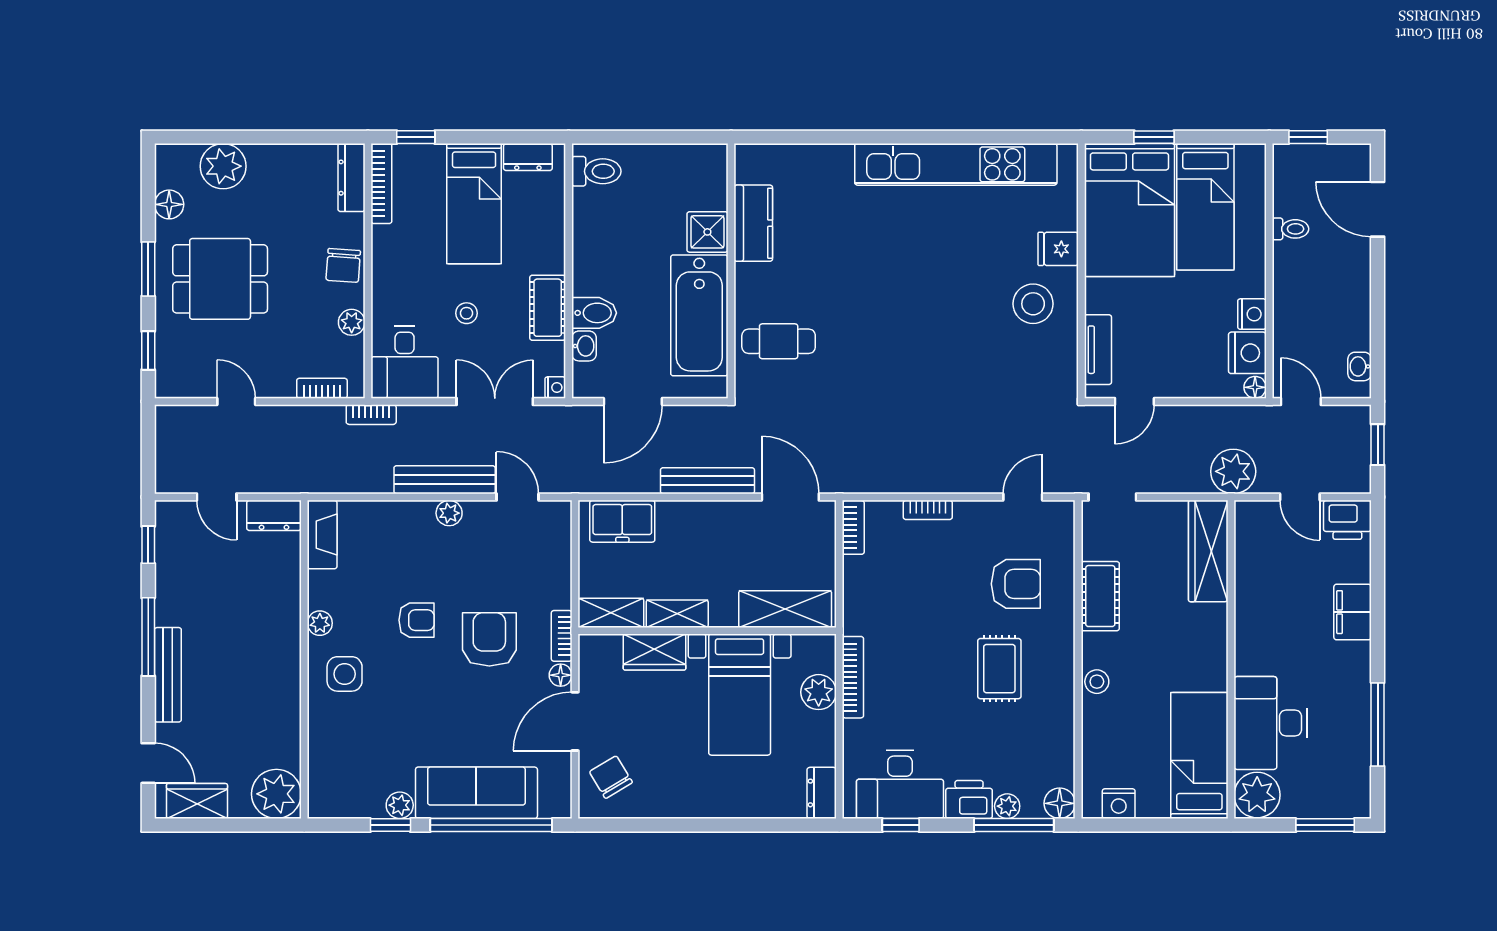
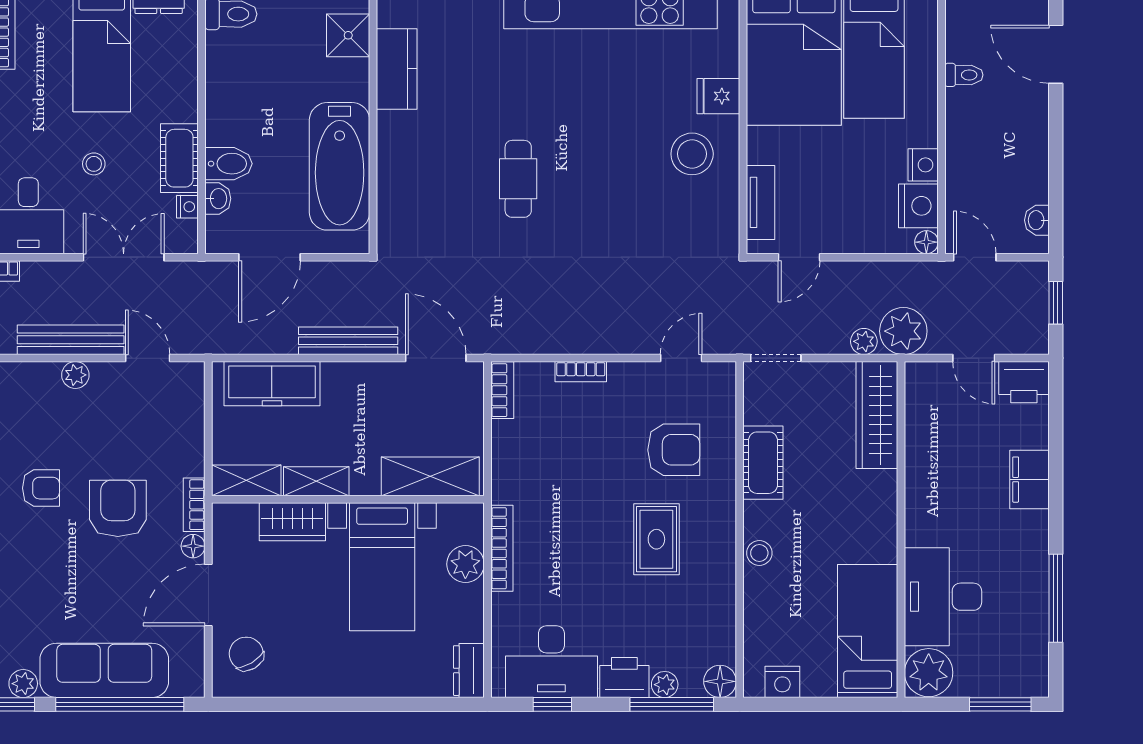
shower: (707, 232) -> (348, 35), moved
cafe table: (779, 341) -> (518, 179), moved, turned 90
nightstand: (555, 387) -> (187, 207), moved
plant: (1196, 481) -> (864, 341), added
freezer: (622, 521) -> (272, 384), width x1.40

